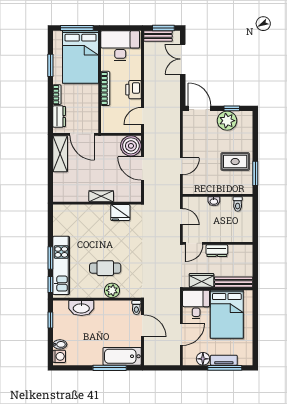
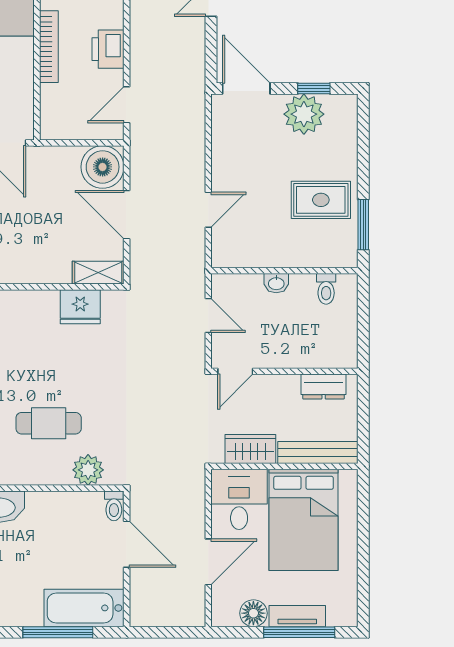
shelving: (101, 196) -> (98, 273), moved
dresser: (217, 251) -> (324, 387), moved
plant: (112, 290) -> (88, 470), moved

